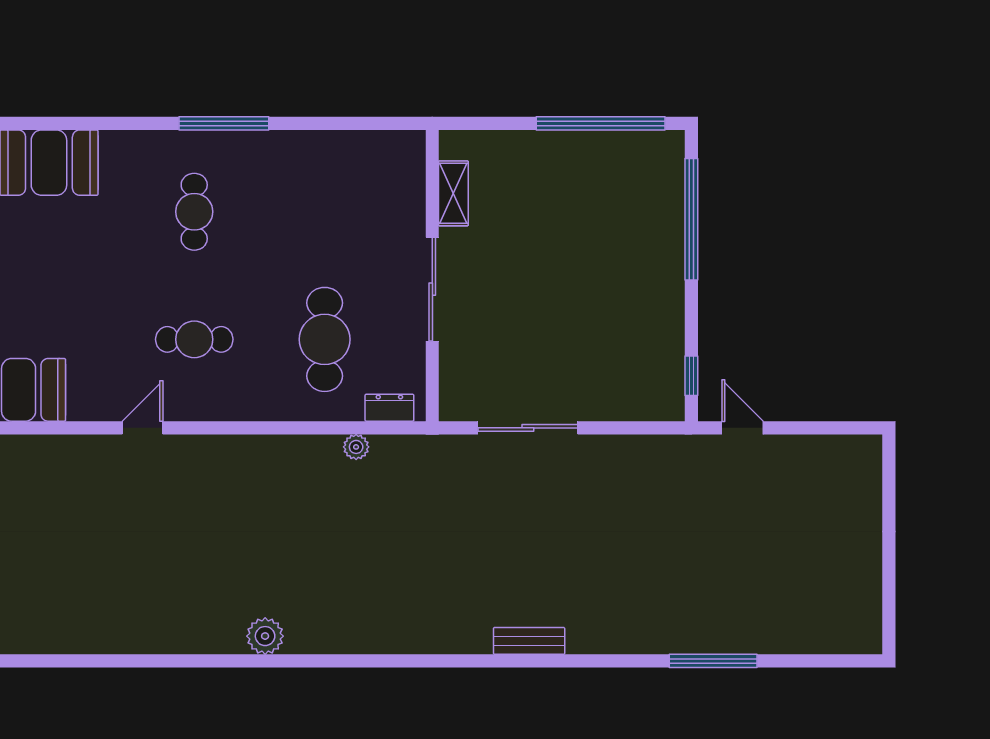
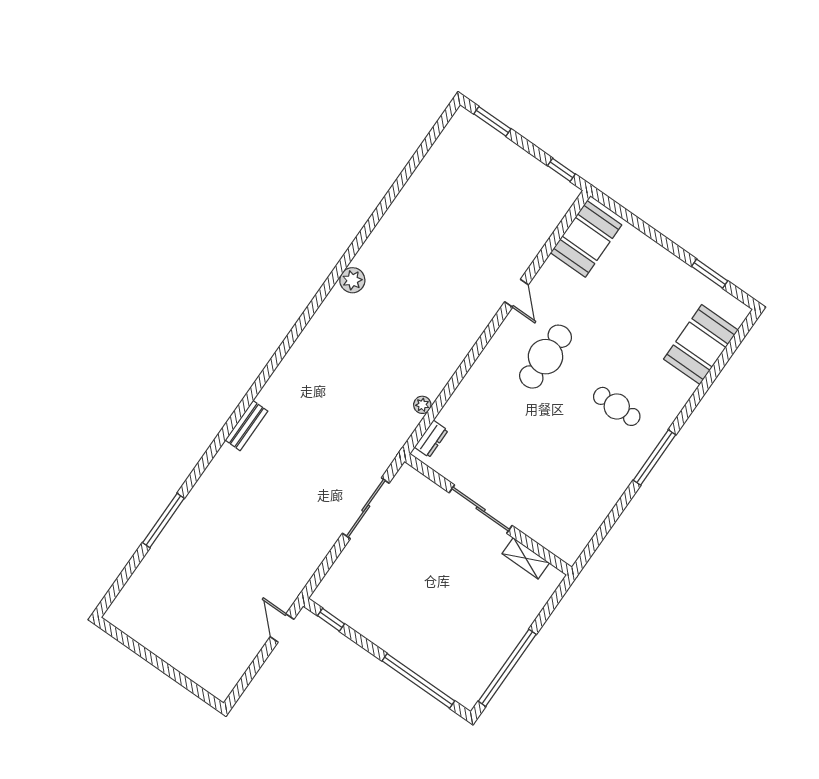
cafe table: (194, 339) -> (546, 357), width x1.37, depth x1.35
cafe table: (325, 339) -> (495, 429), removed
door: (743, 428) -> (282, 628), swing flipped

